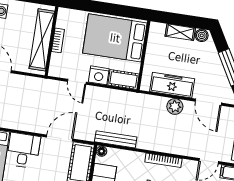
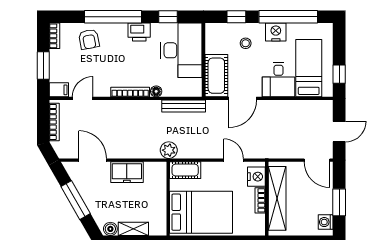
nightstand: (99, 75) -> (256, 177), moved, turned 90
freezer: (172, 85) -> (127, 172), width x0.71
plant: (175, 106) -> (169, 150), moved
floor lamp: (102, 151) -> (156, 91), moved

